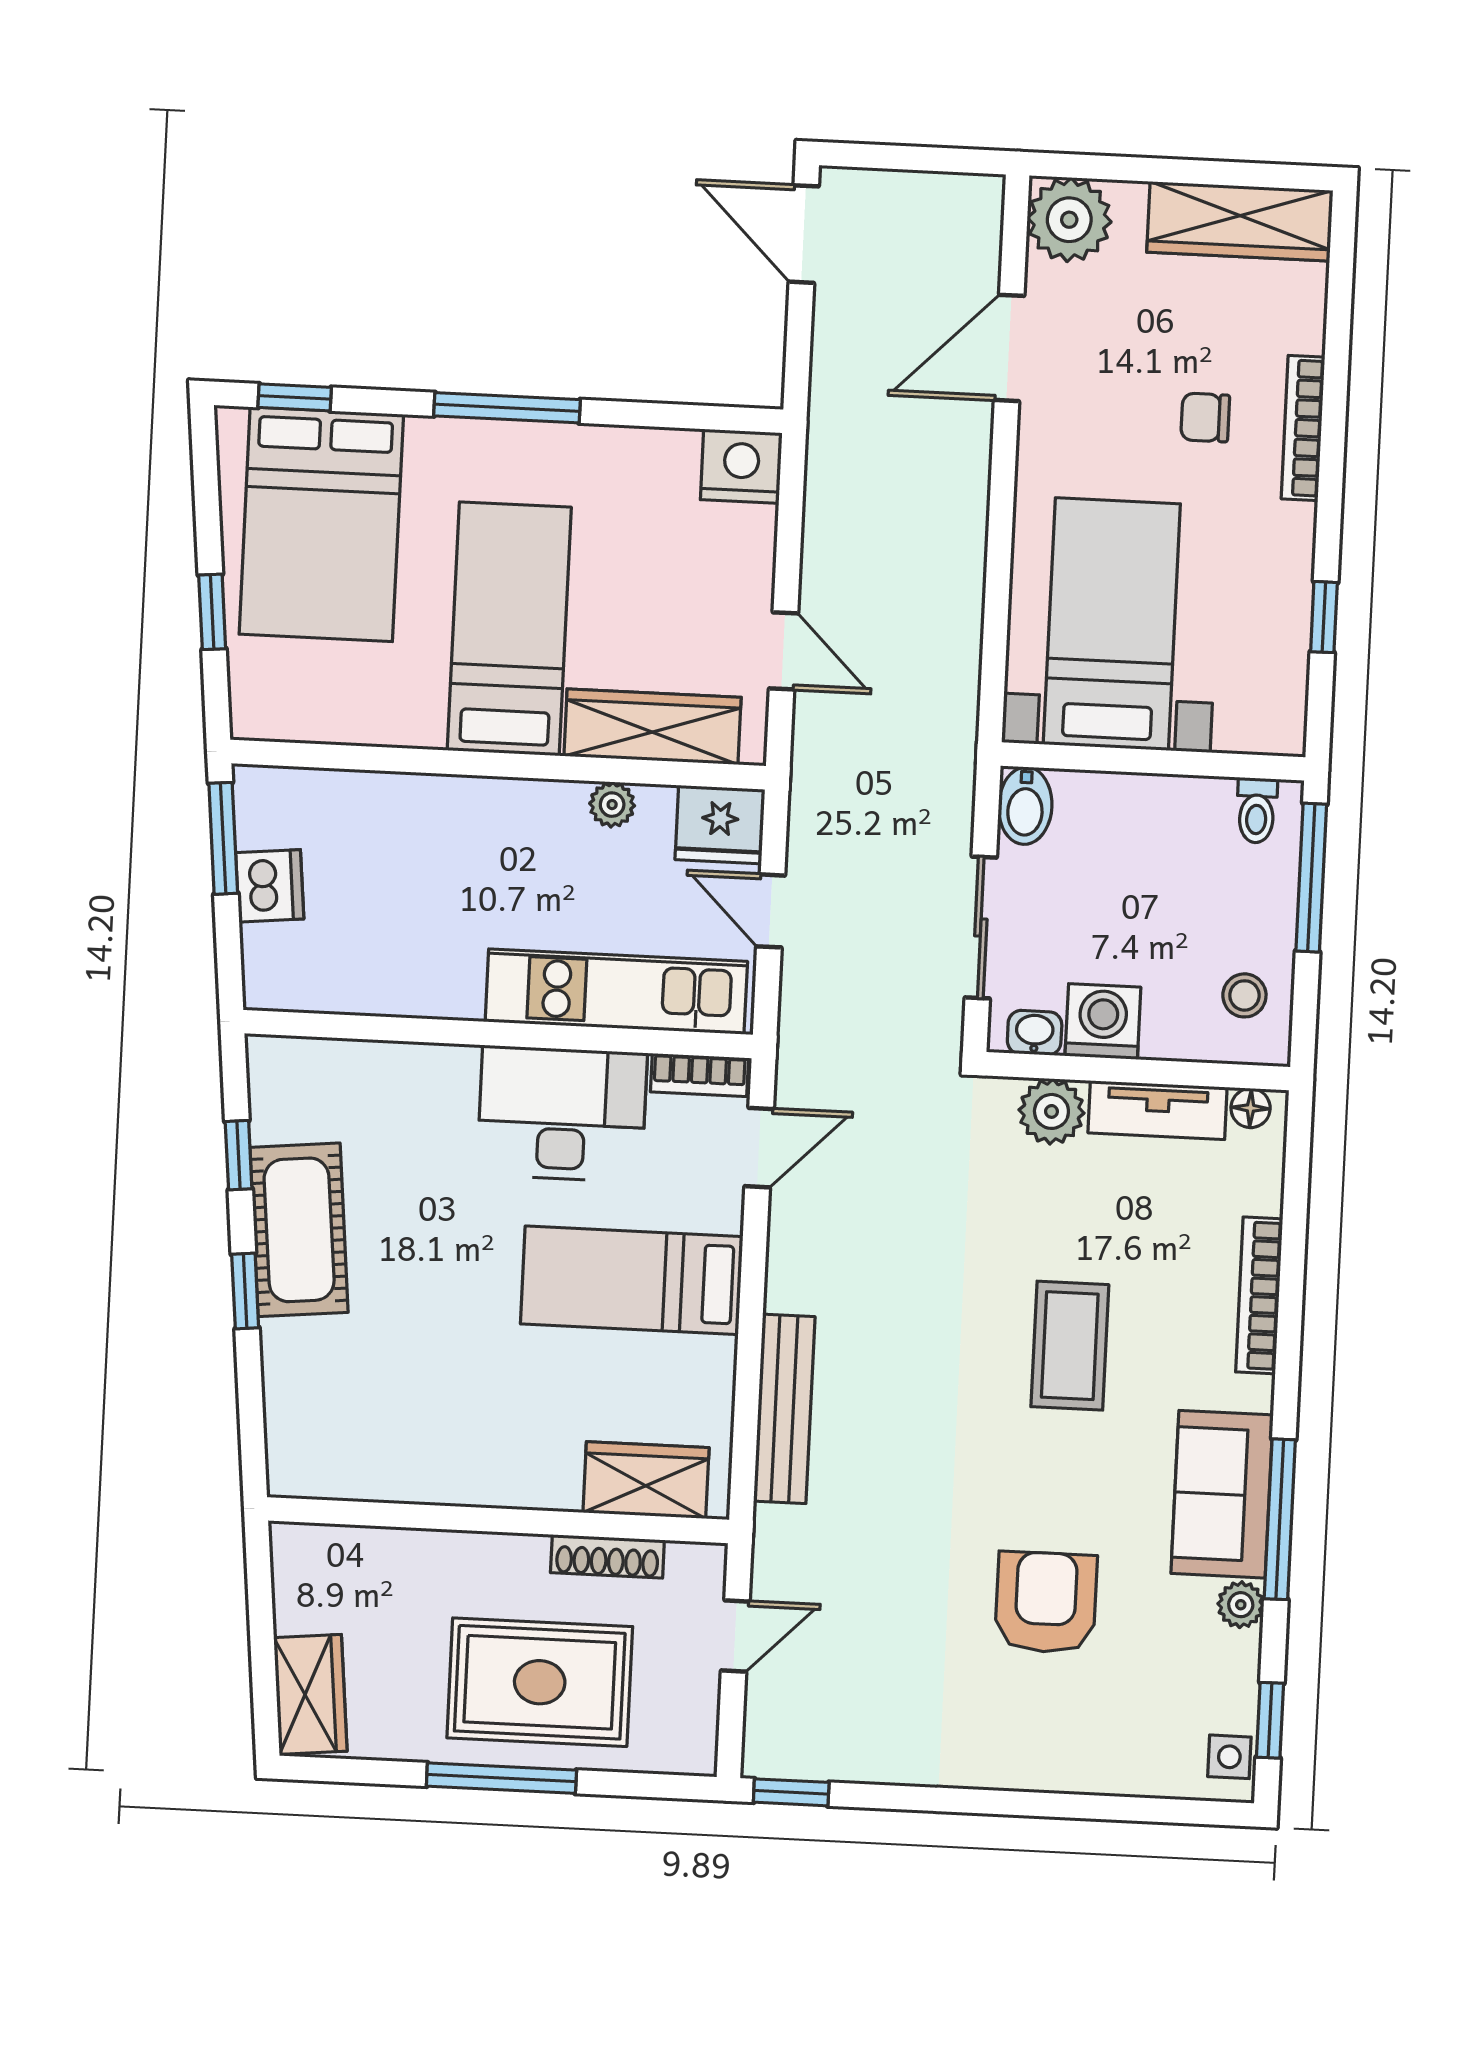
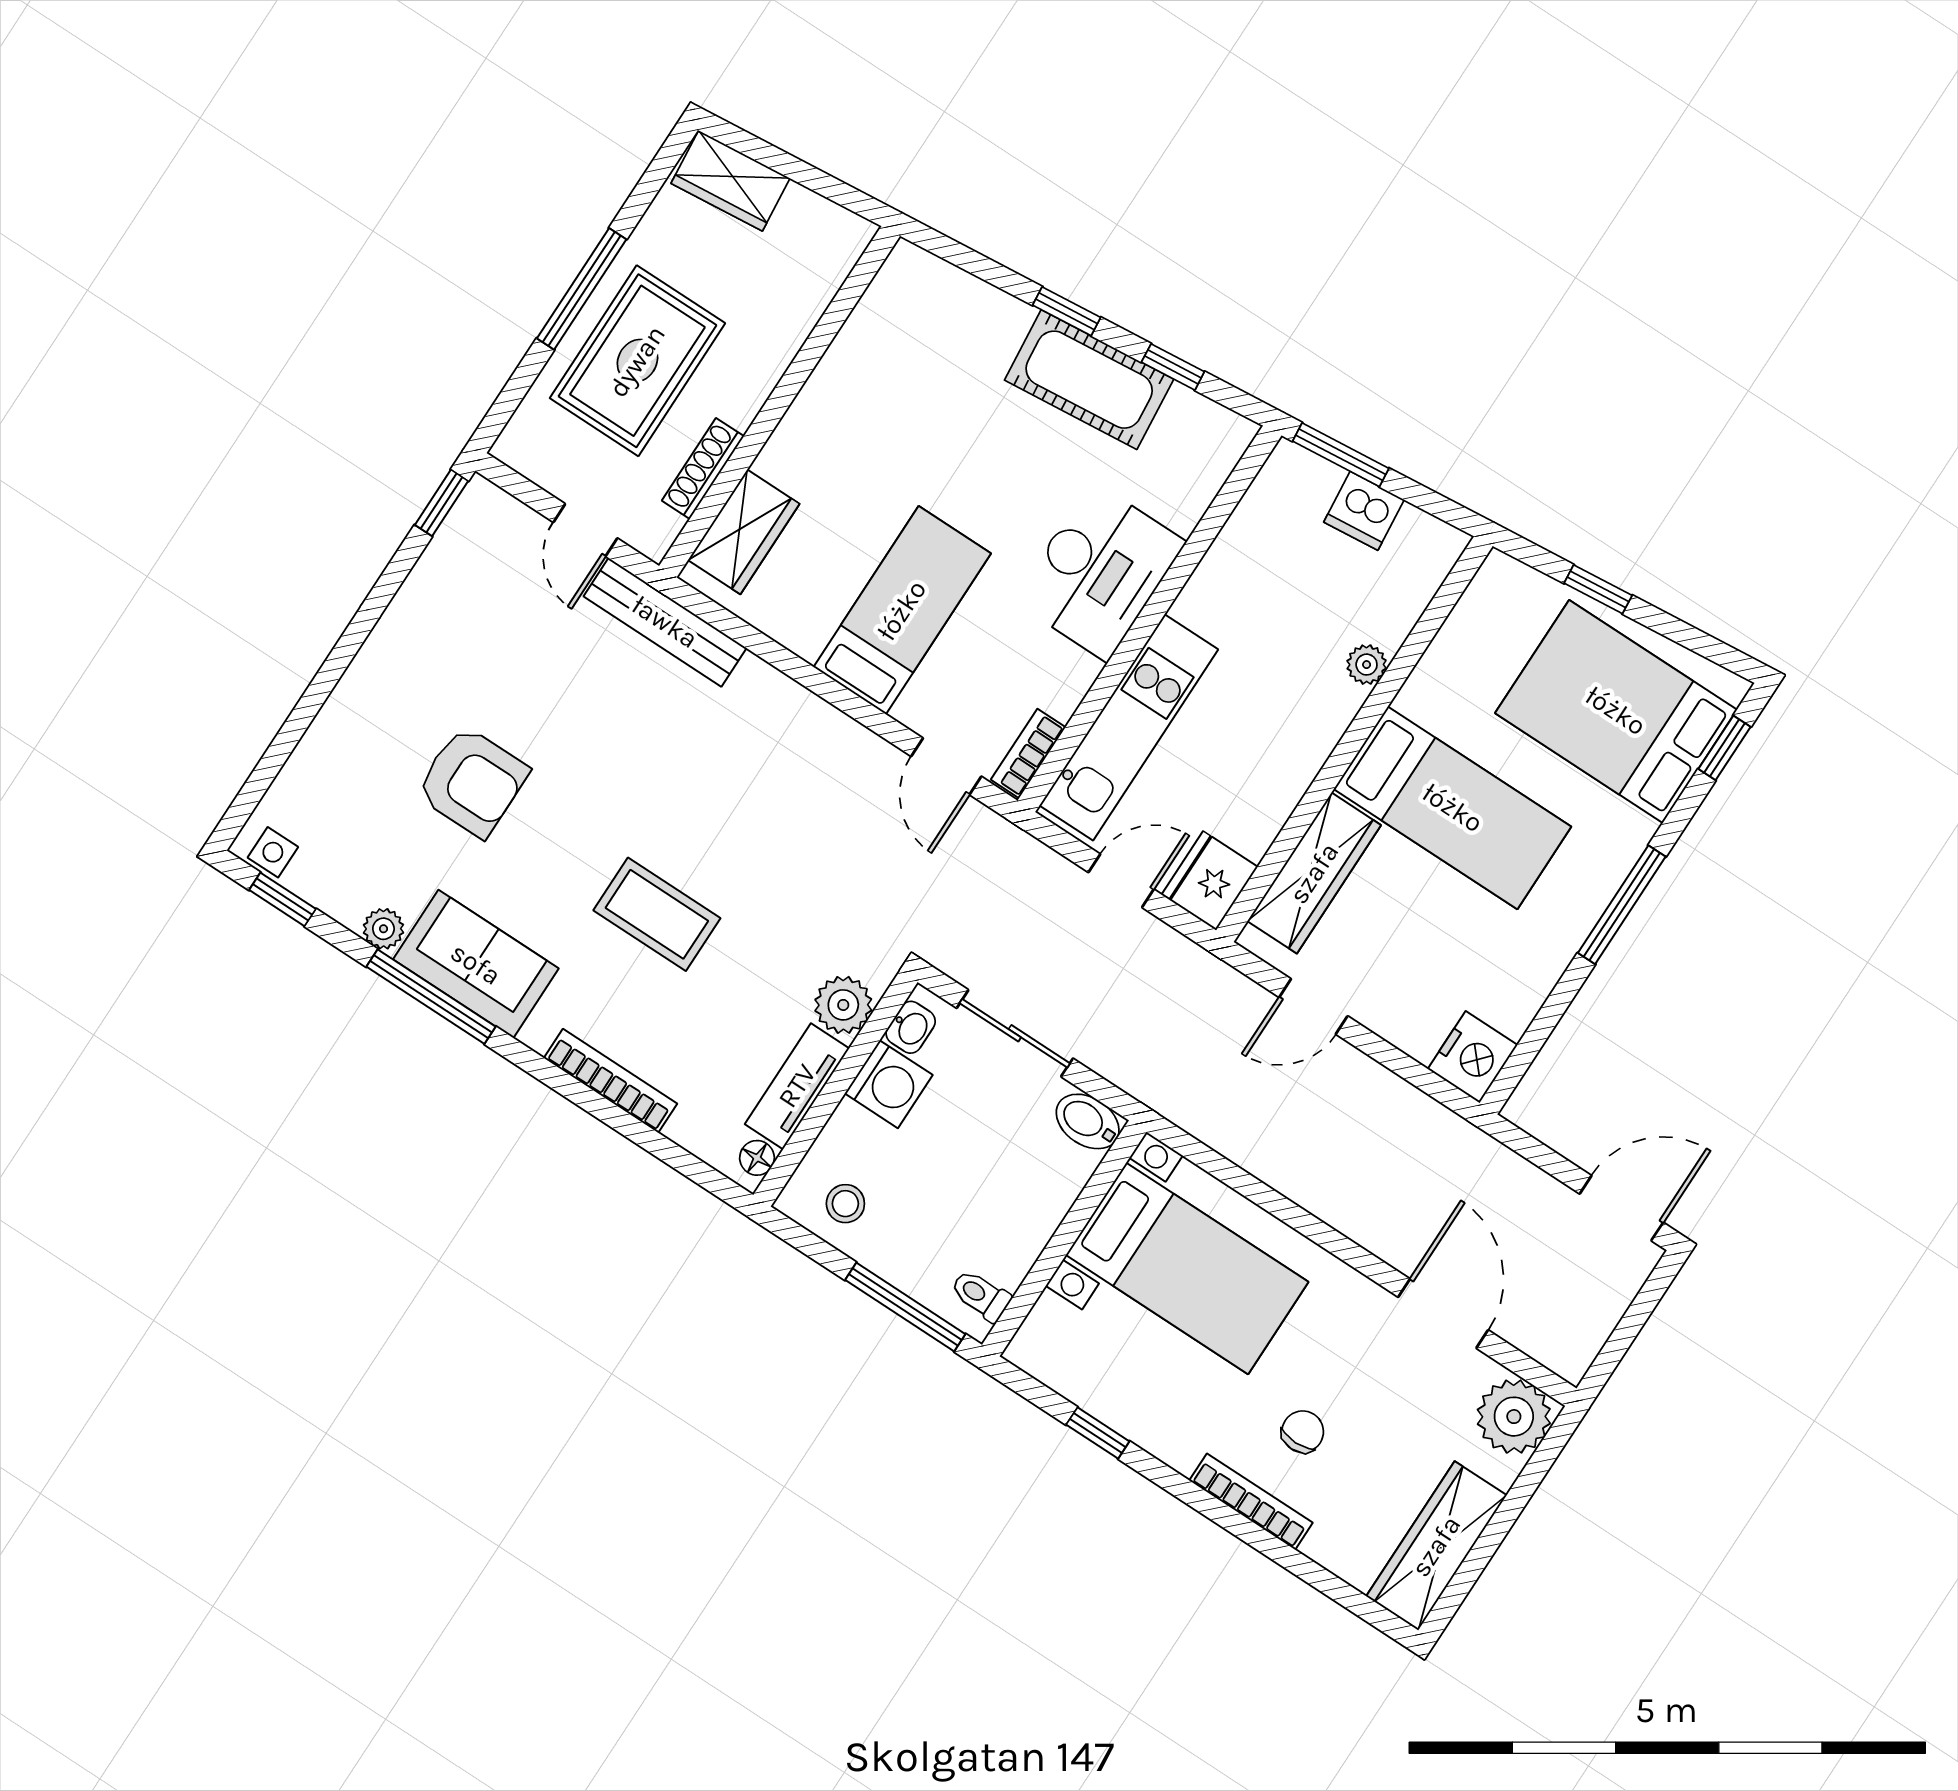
plant: (612, 805) -> (1367, 665), moved
window: (223, 838) -> (1341, 455), moved
desk: (562, 1114) -> (1099, 571), moved
bench: (784, 1409) -> (665, 622), moved

